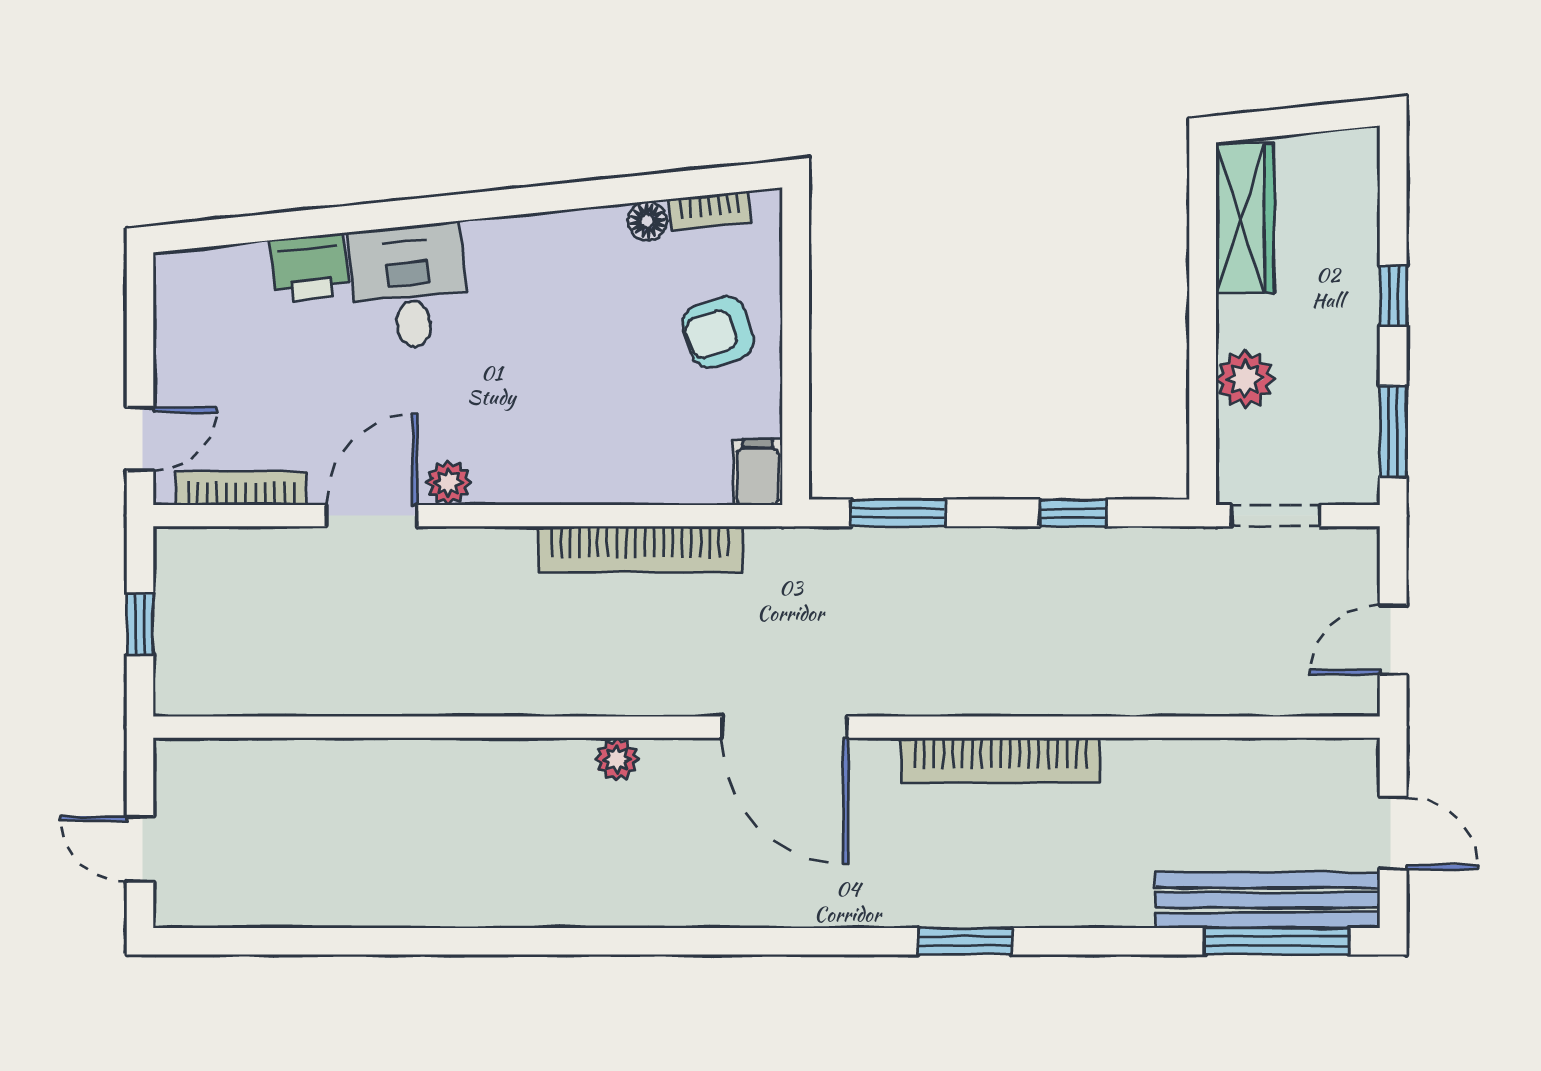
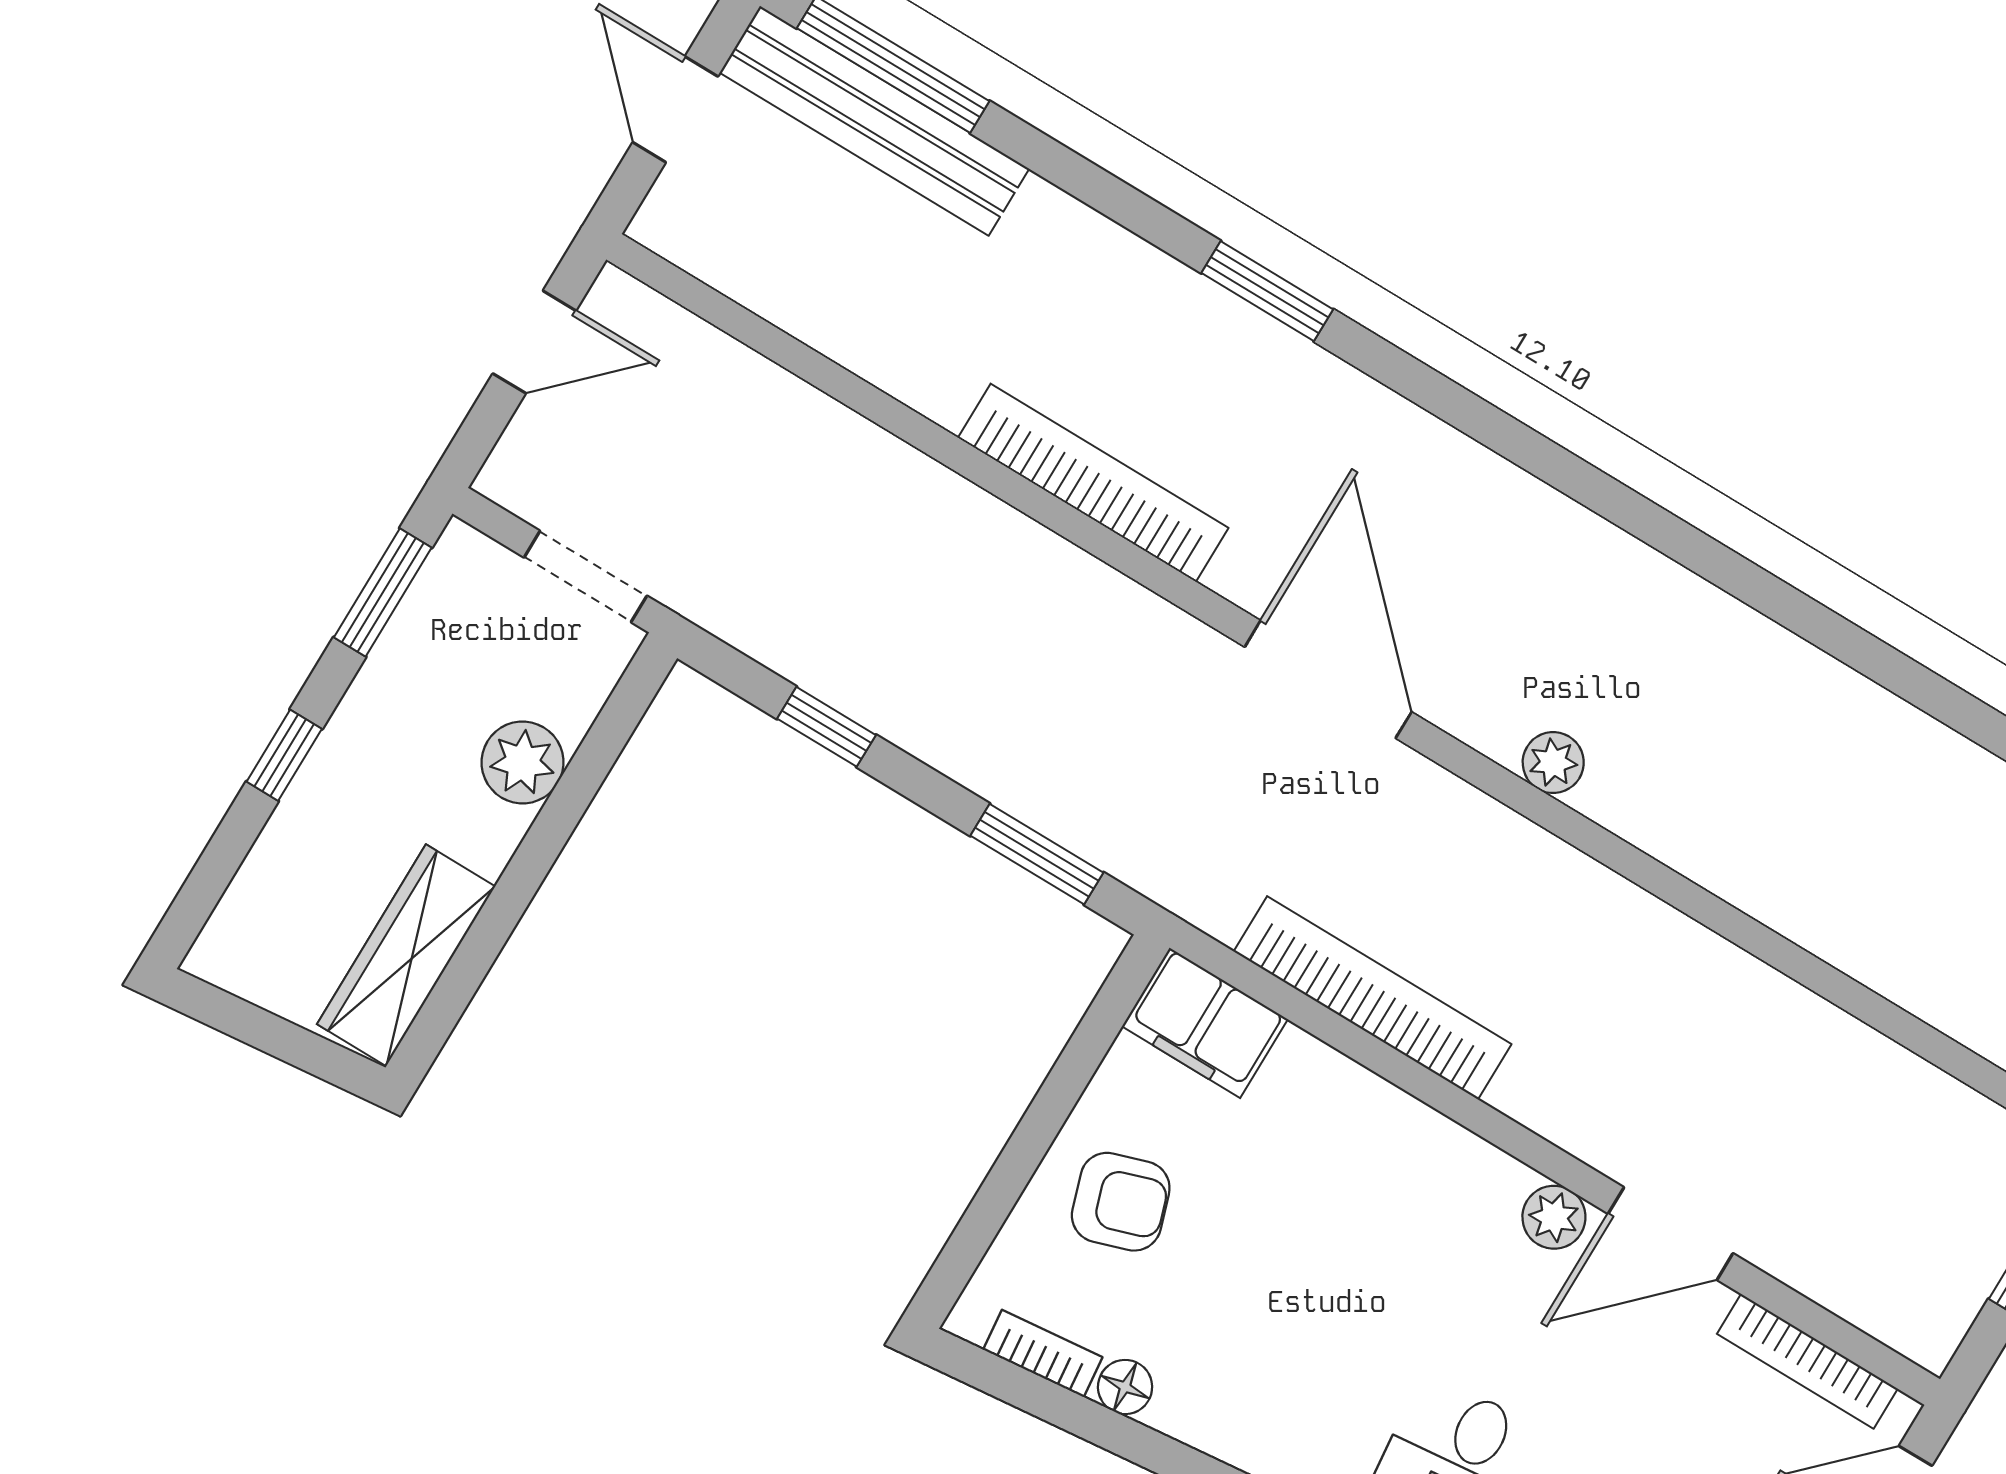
filing cabinet: (758, 472) -> (1205, 1023), width x2.00

